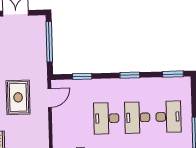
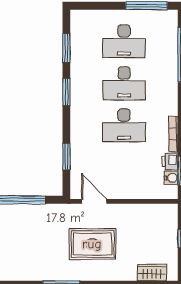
window: (173, 74) -> (66, 48), moved
desk: (168, 117) -> (124, 41), turned 180

